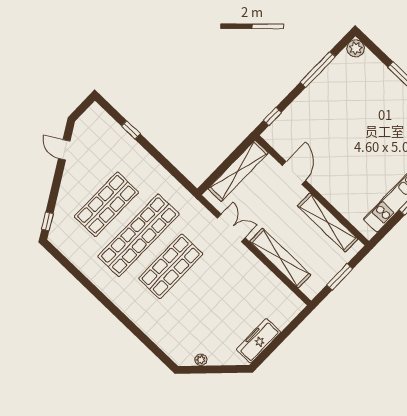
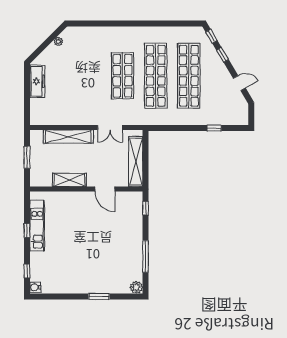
window: (54, 193) -> (223, 55), added
shop shelf: (106, 204) -> (189, 76), width x1.40
shelving: (328, 222) -> (69, 180), width x0.68

